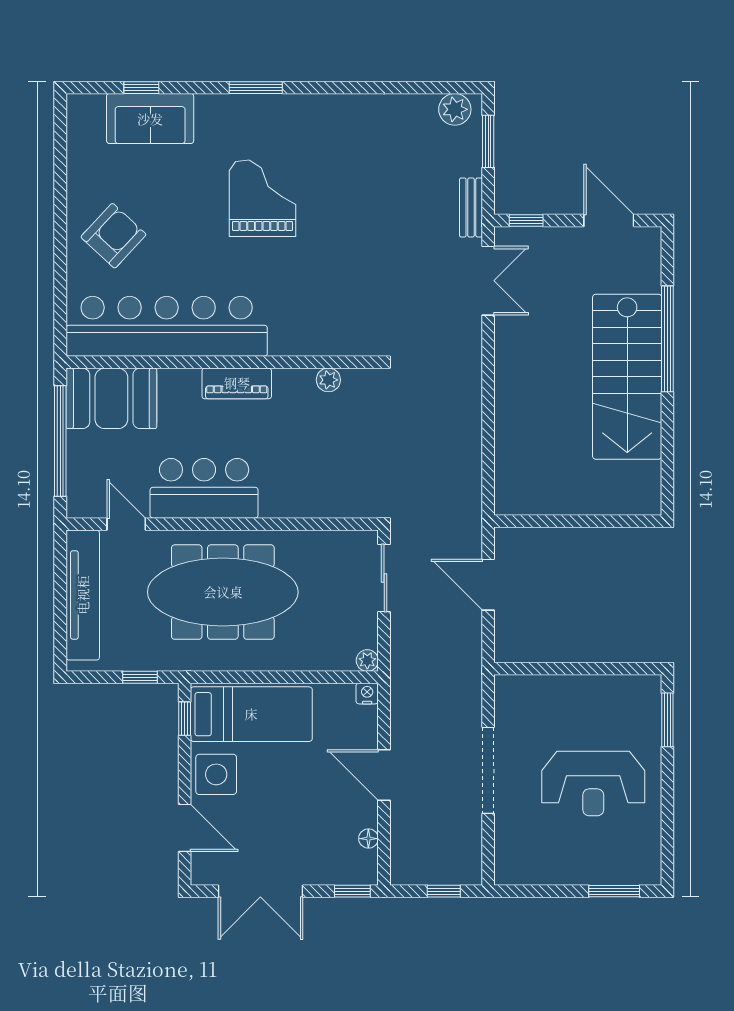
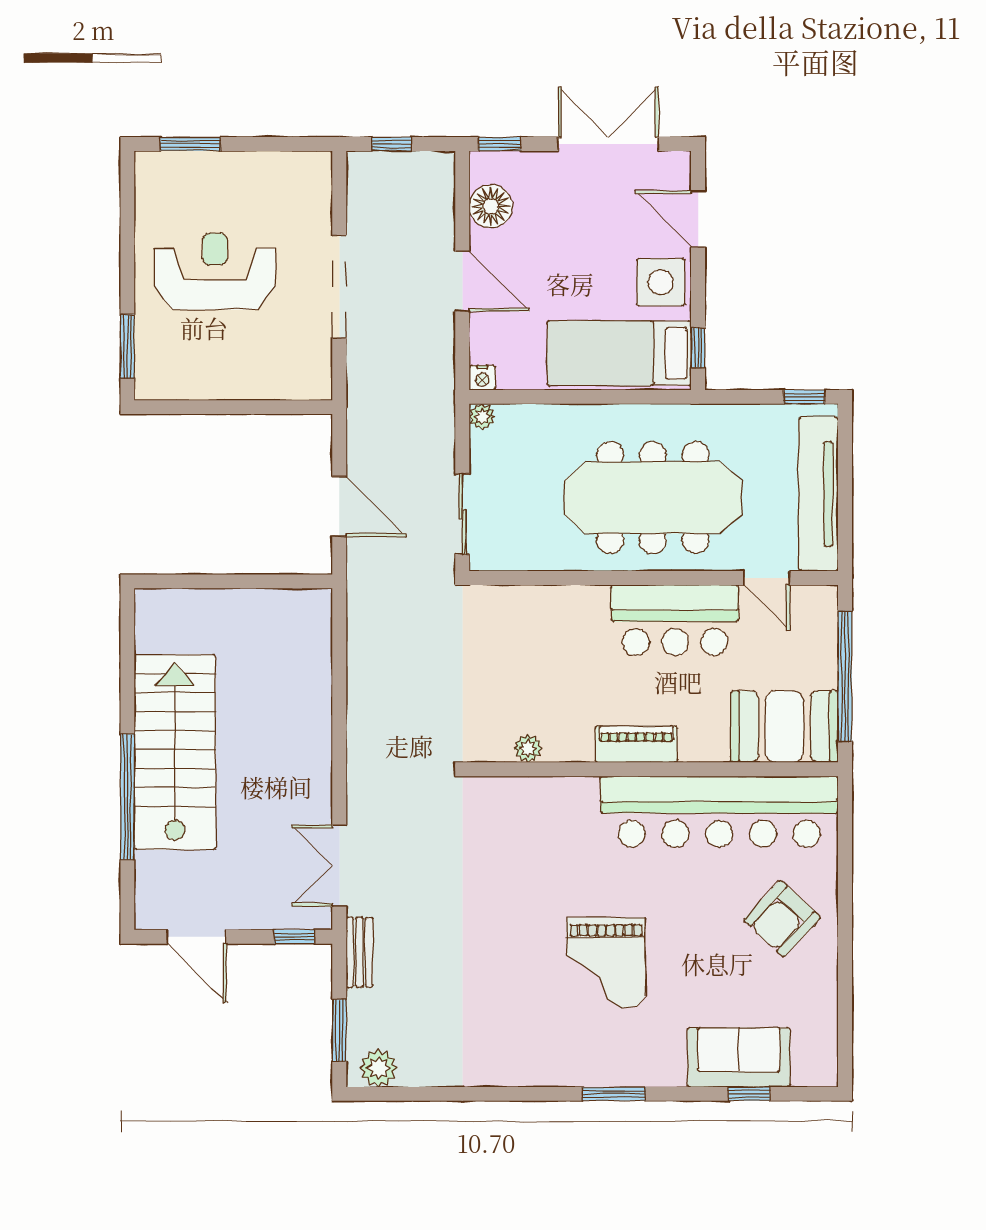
window: (140, 677) -> (804, 397), moved
floor lamp: (368, 839) -> (491, 206), width x1.89, depth x1.89

